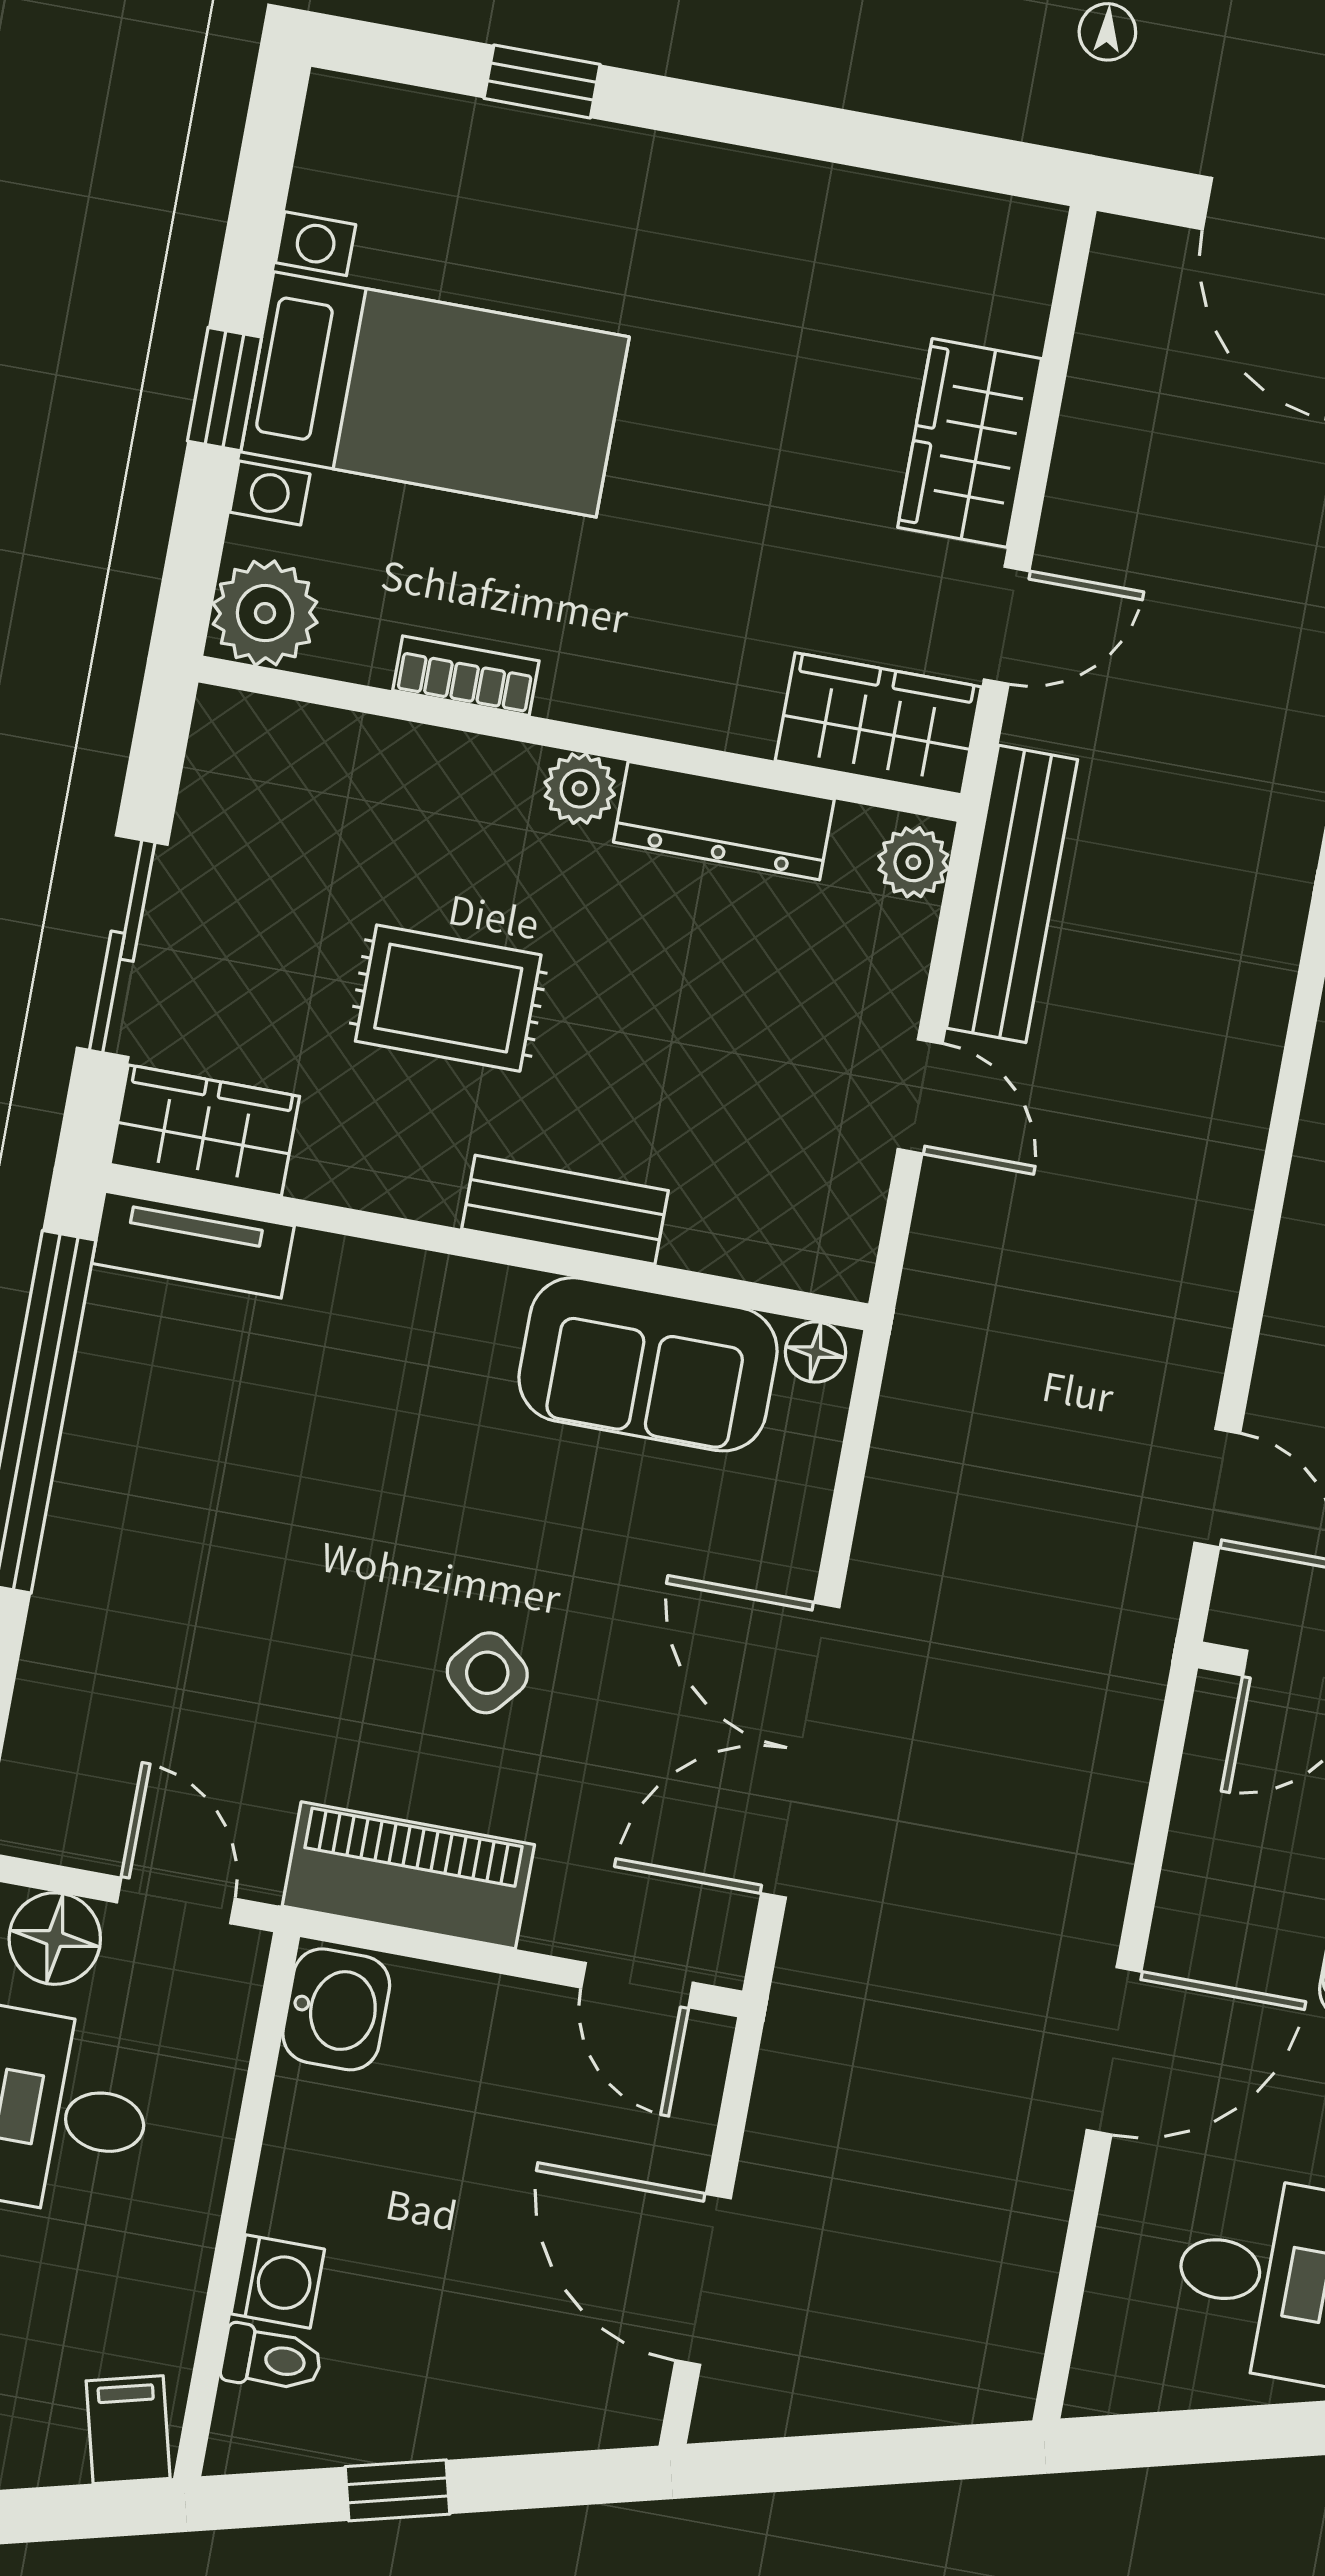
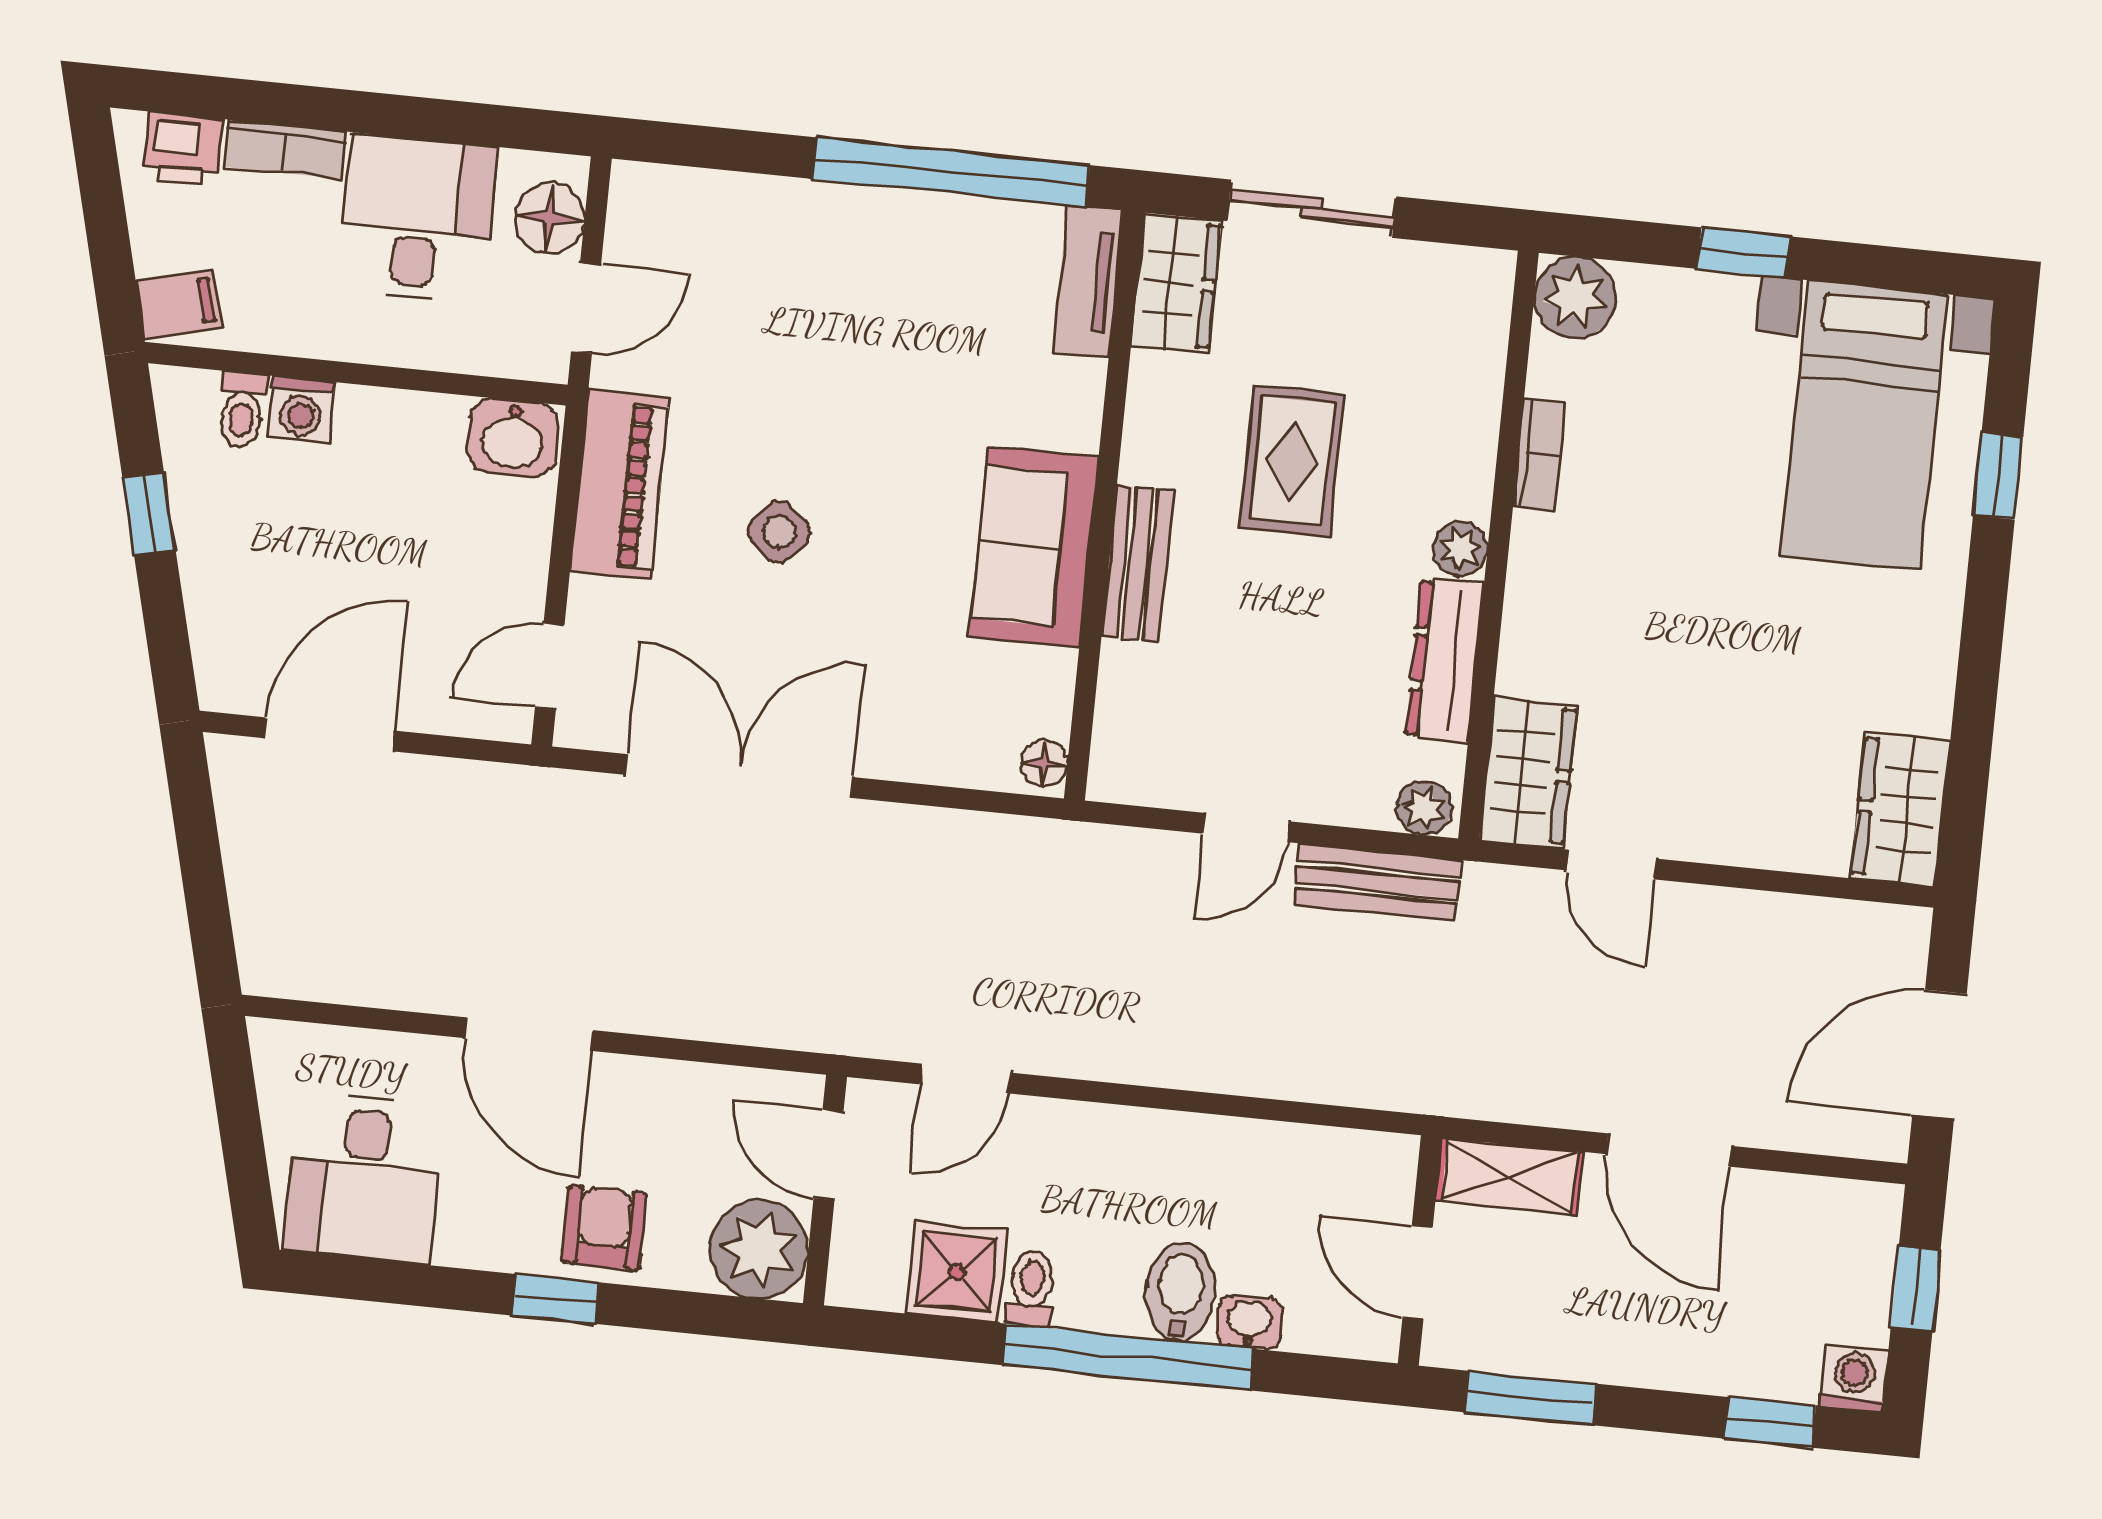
bed with nightstands: (435, 394) -> (1865, 425), moved
wardrobe: (970, 443) -> (1900, 810), moved, turned -90
bench: (1012, 894) -> (1377, 882), width x0.73
sofa: (648, 1364) -> (1034, 547), moved

